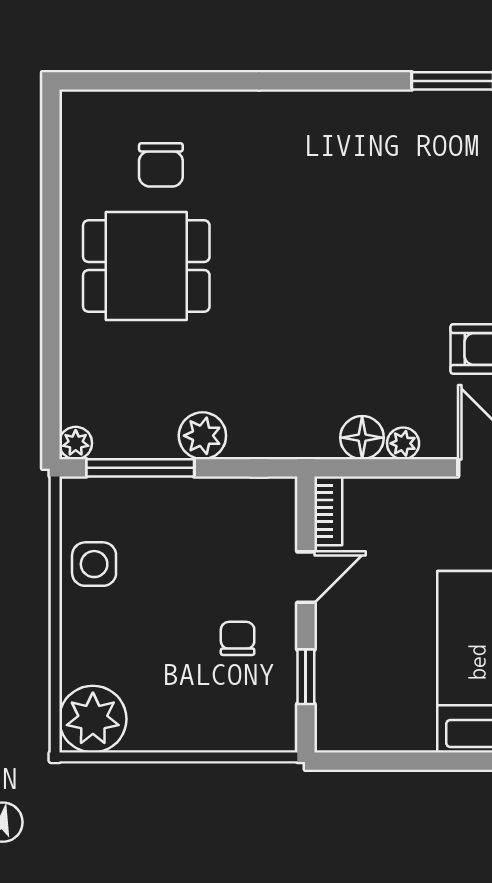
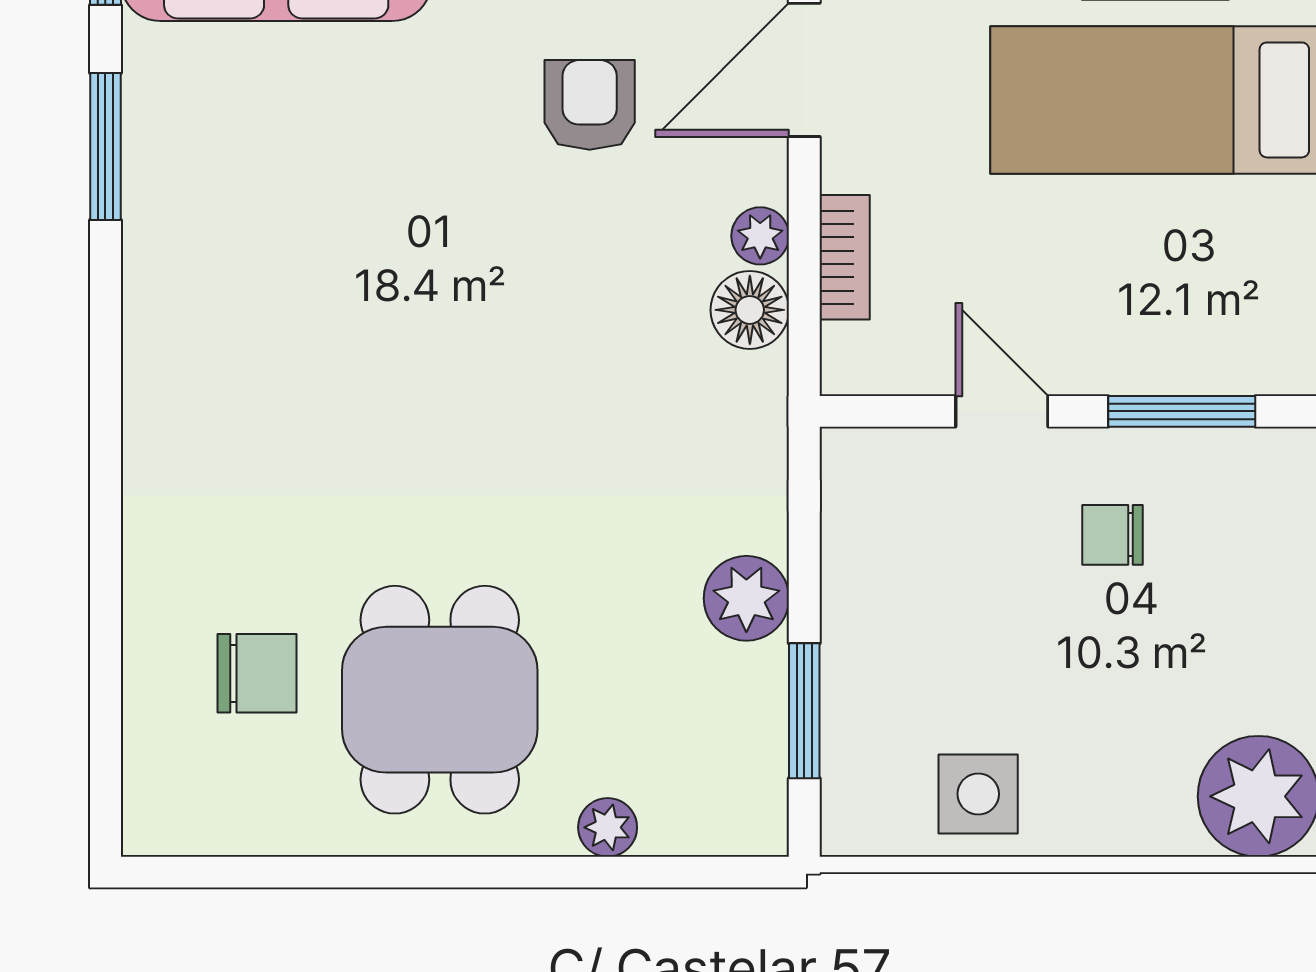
plant: (76, 443) -> (608, 827), moved
window: (140, 468) -> (804, 711), width x0.69
bookcase: (328, 511) -> (845, 257), moved, turned 90
window: (306, 677) -> (1182, 411), width x1.50

